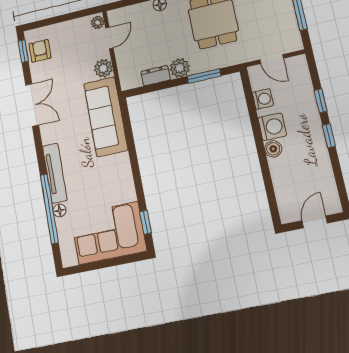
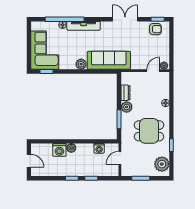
door: (109, 38) -> (153, 71), swing flipped
plant: (103, 68) -> (81, 64), moved
double door: (32, 105) -> (125, 19), swing flipped
washing machine: (272, 127) -> (59, 150), moved

